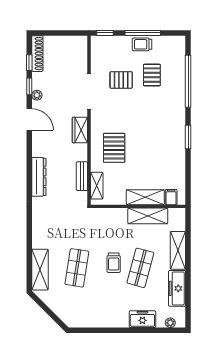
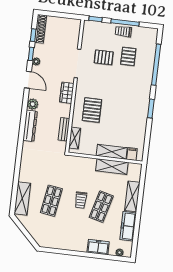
plant: (39, 149) -> (33, 104), added

